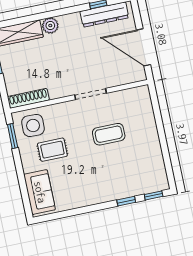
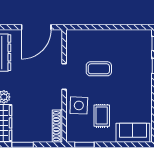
side table: (33, 125) -> (79, 105), moved
coffee table: (109, 134) -> (99, 69), turned 90

